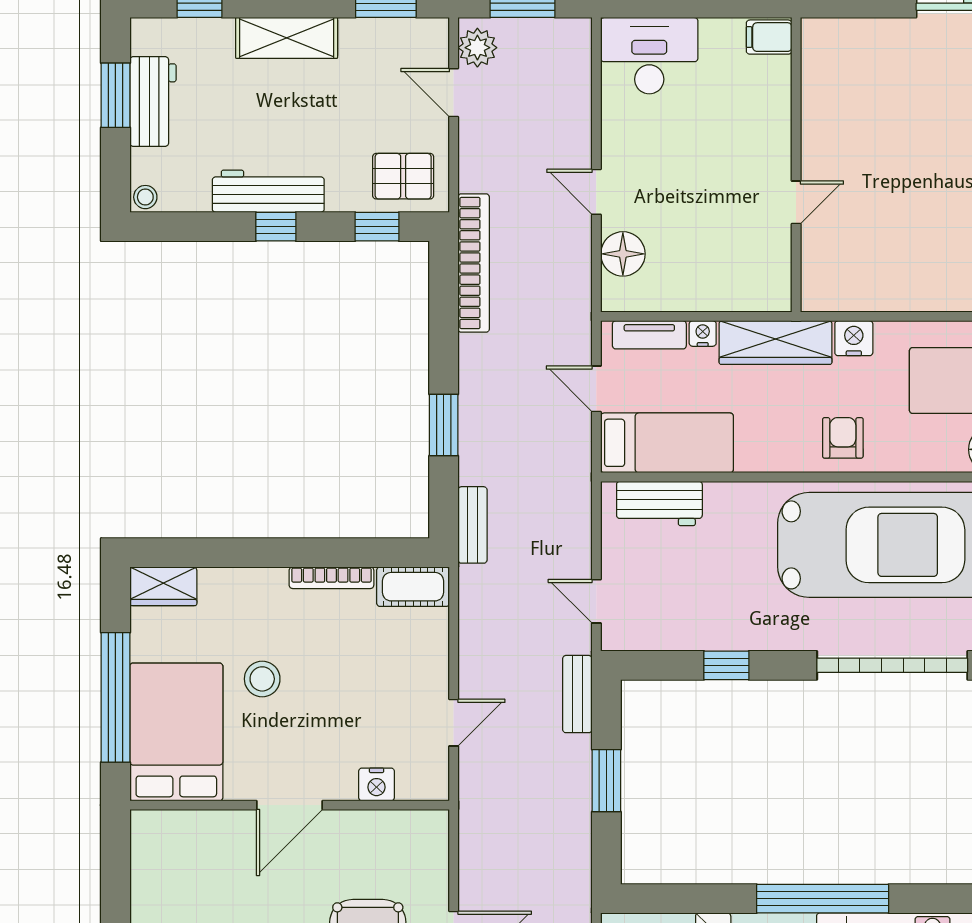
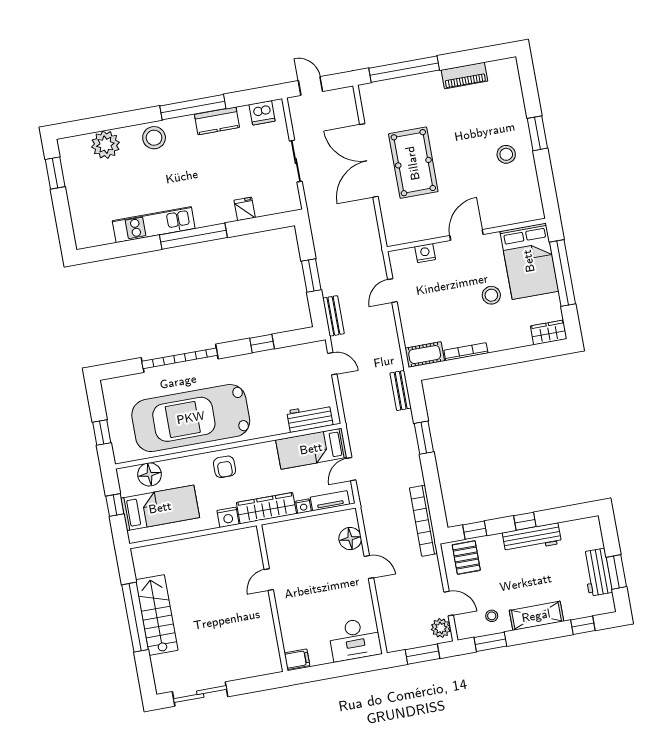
pallet: (403, 176) -> (466, 558), turned 90
stool: (145, 197) -> (492, 616), moved
door: (596, 389) -> (351, 469), swing flipped

